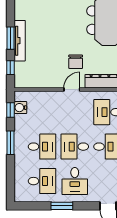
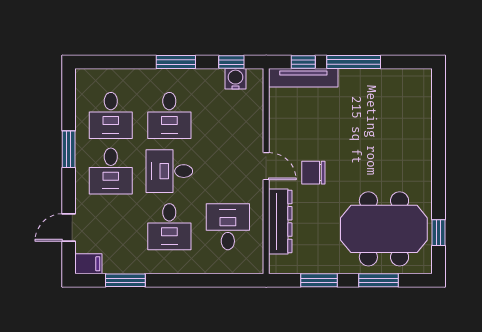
window: (10, 38) -> (354, 62), width x1.44
tv unit: (20, 41) -> (303, 78), moved
desk: (75, 147) -> (169, 171), turned -90
desk: (75, 181) -> (111, 171), turned -90

